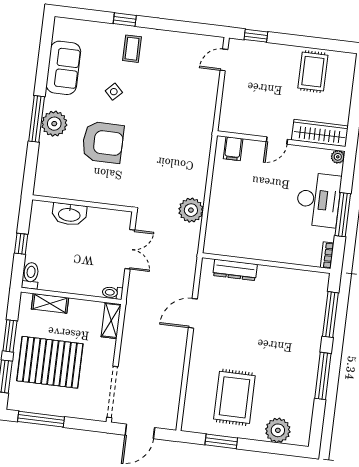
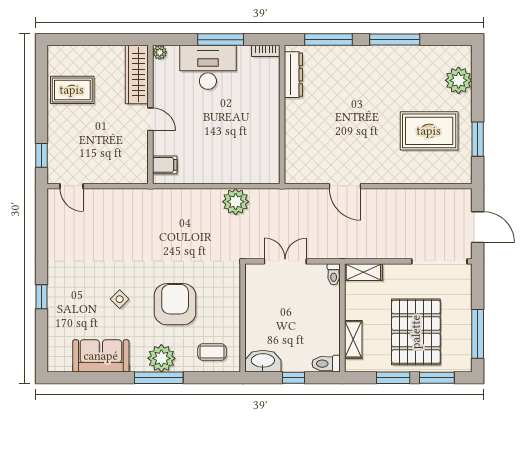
coffee table: (132, 49) -> (212, 352), moved
washbasin: (69, 214) -> (263, 361), moved, turned -90
dresser: (235, 270) -> (293, 75), moved

